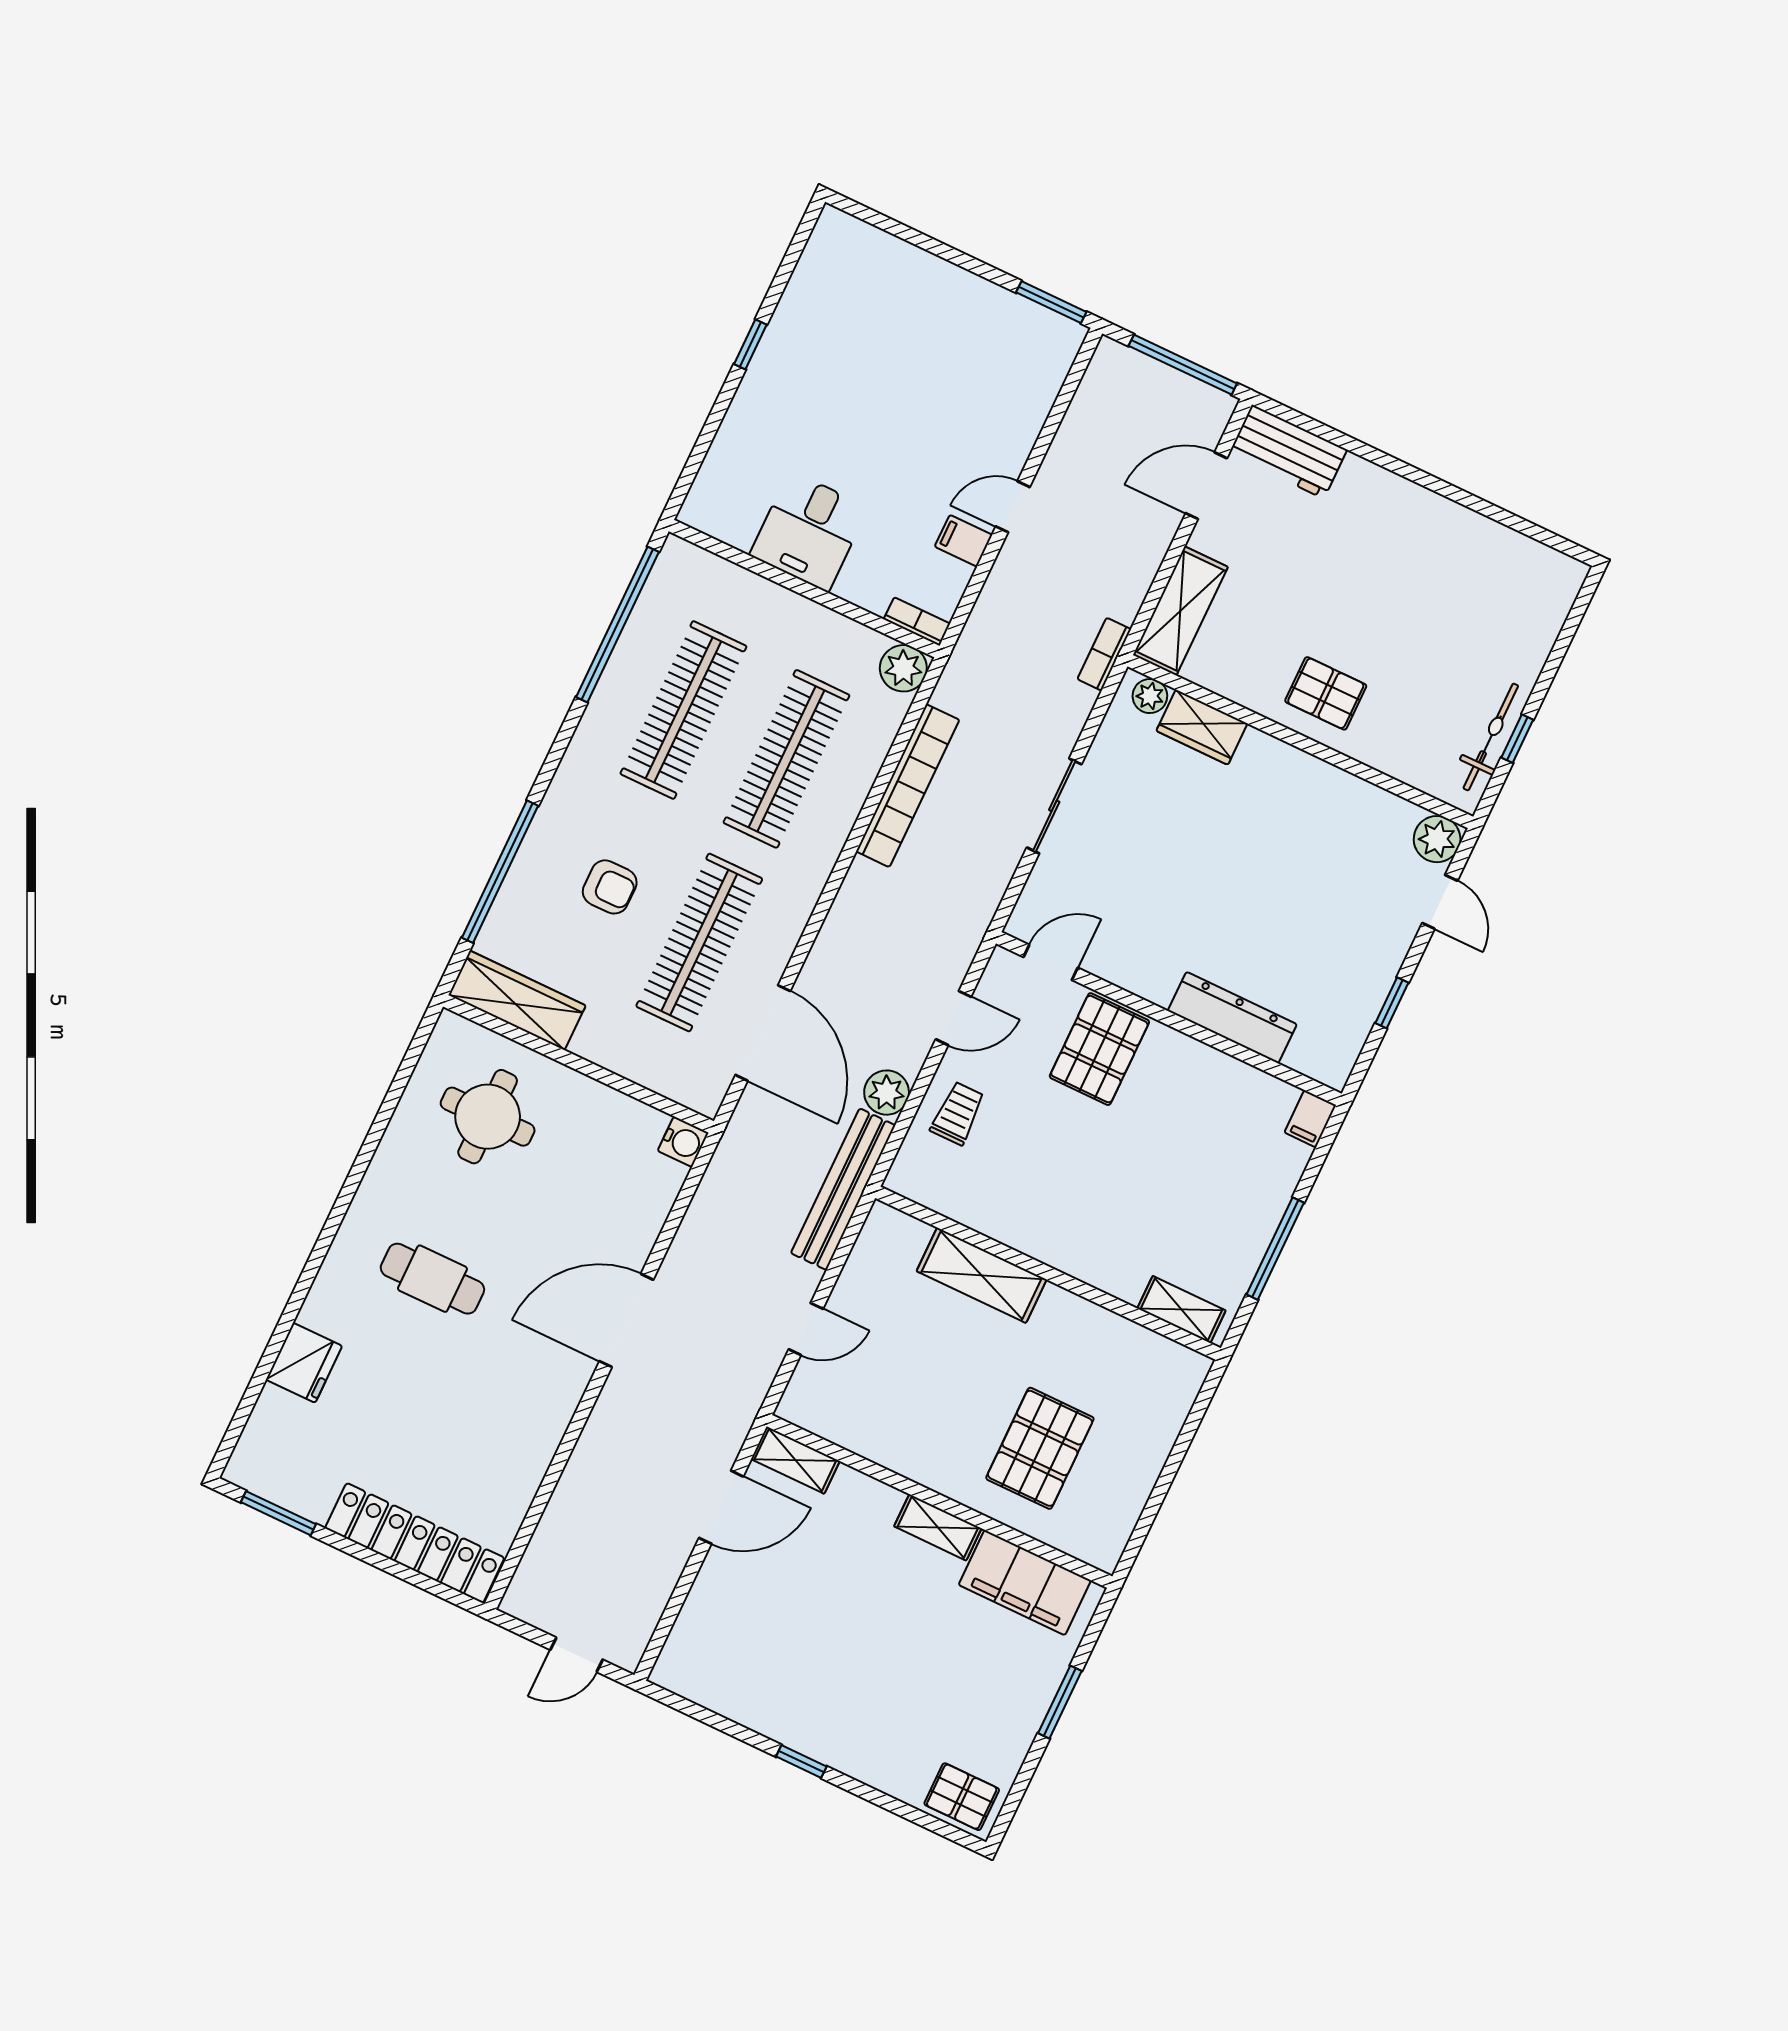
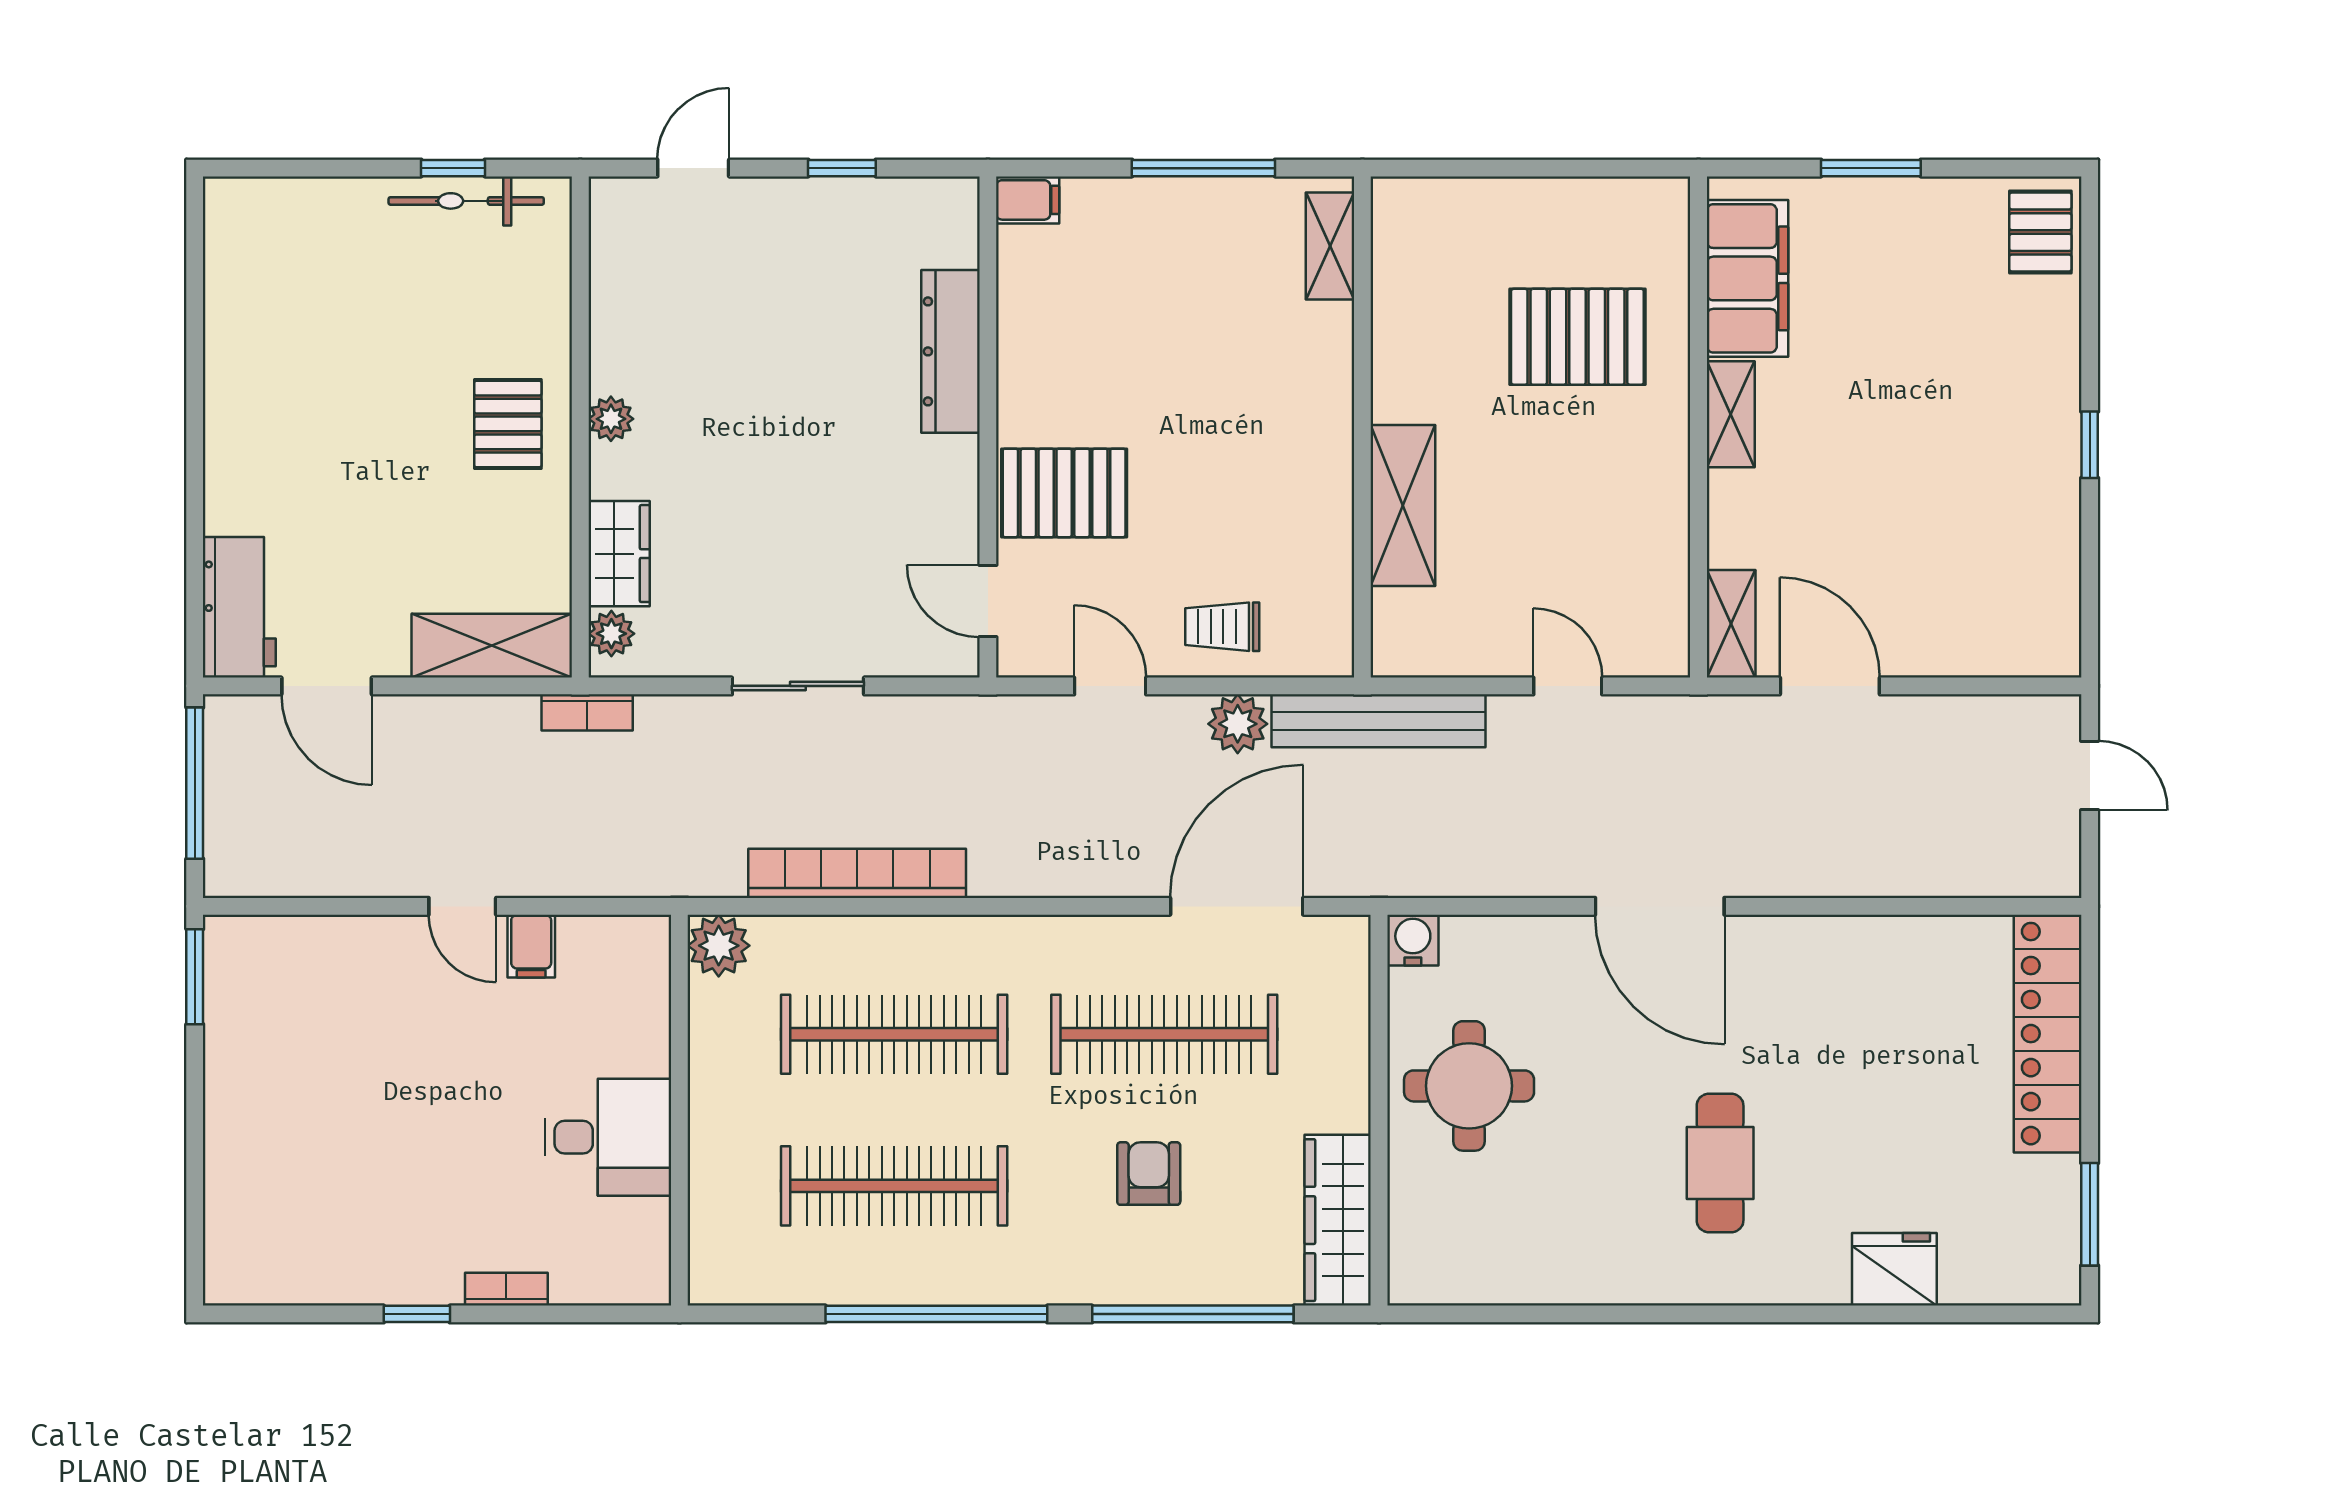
bookcase: (917, 621) -> (506, 1289), moved, turned 90
window: (617, 624) -> (936, 1314), moved
plant: (1437, 839) -> (611, 419), moved, width x0.73, depth x0.73
round table: (488, 1117) -> (1469, 1086), moved

